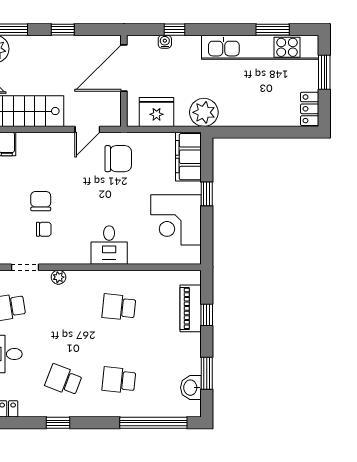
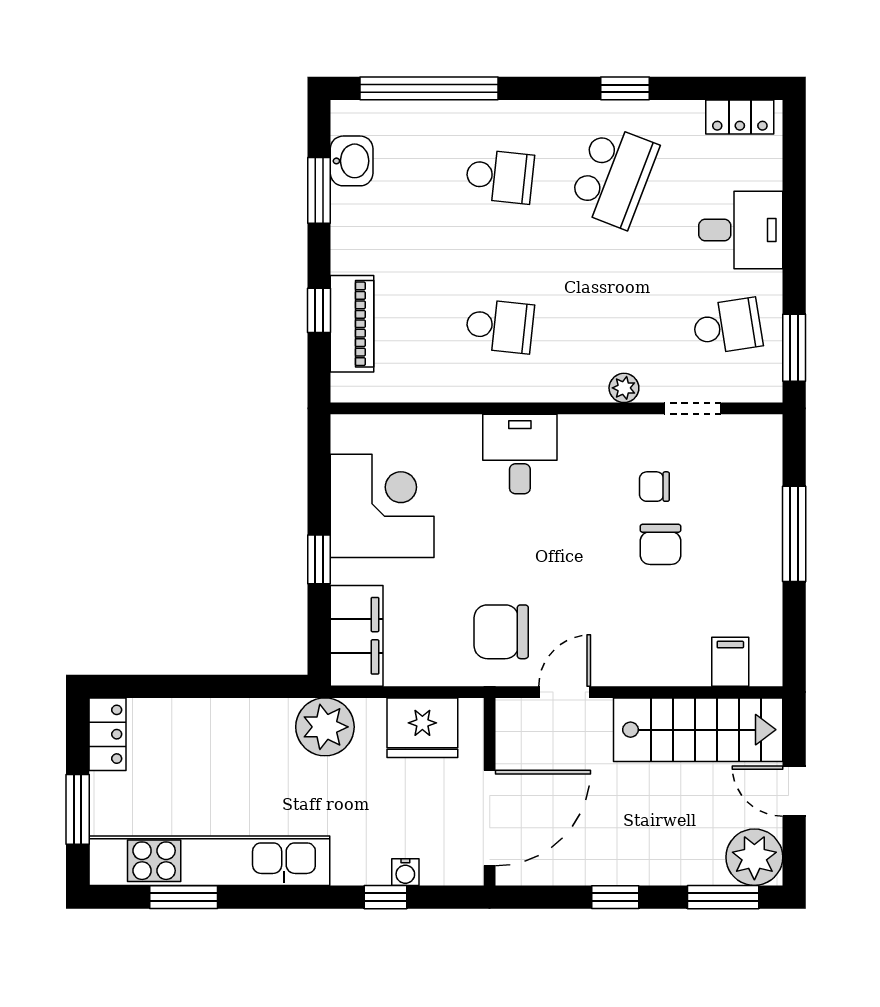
school desk: (64, 380) -> (613, 176), width x1.85

